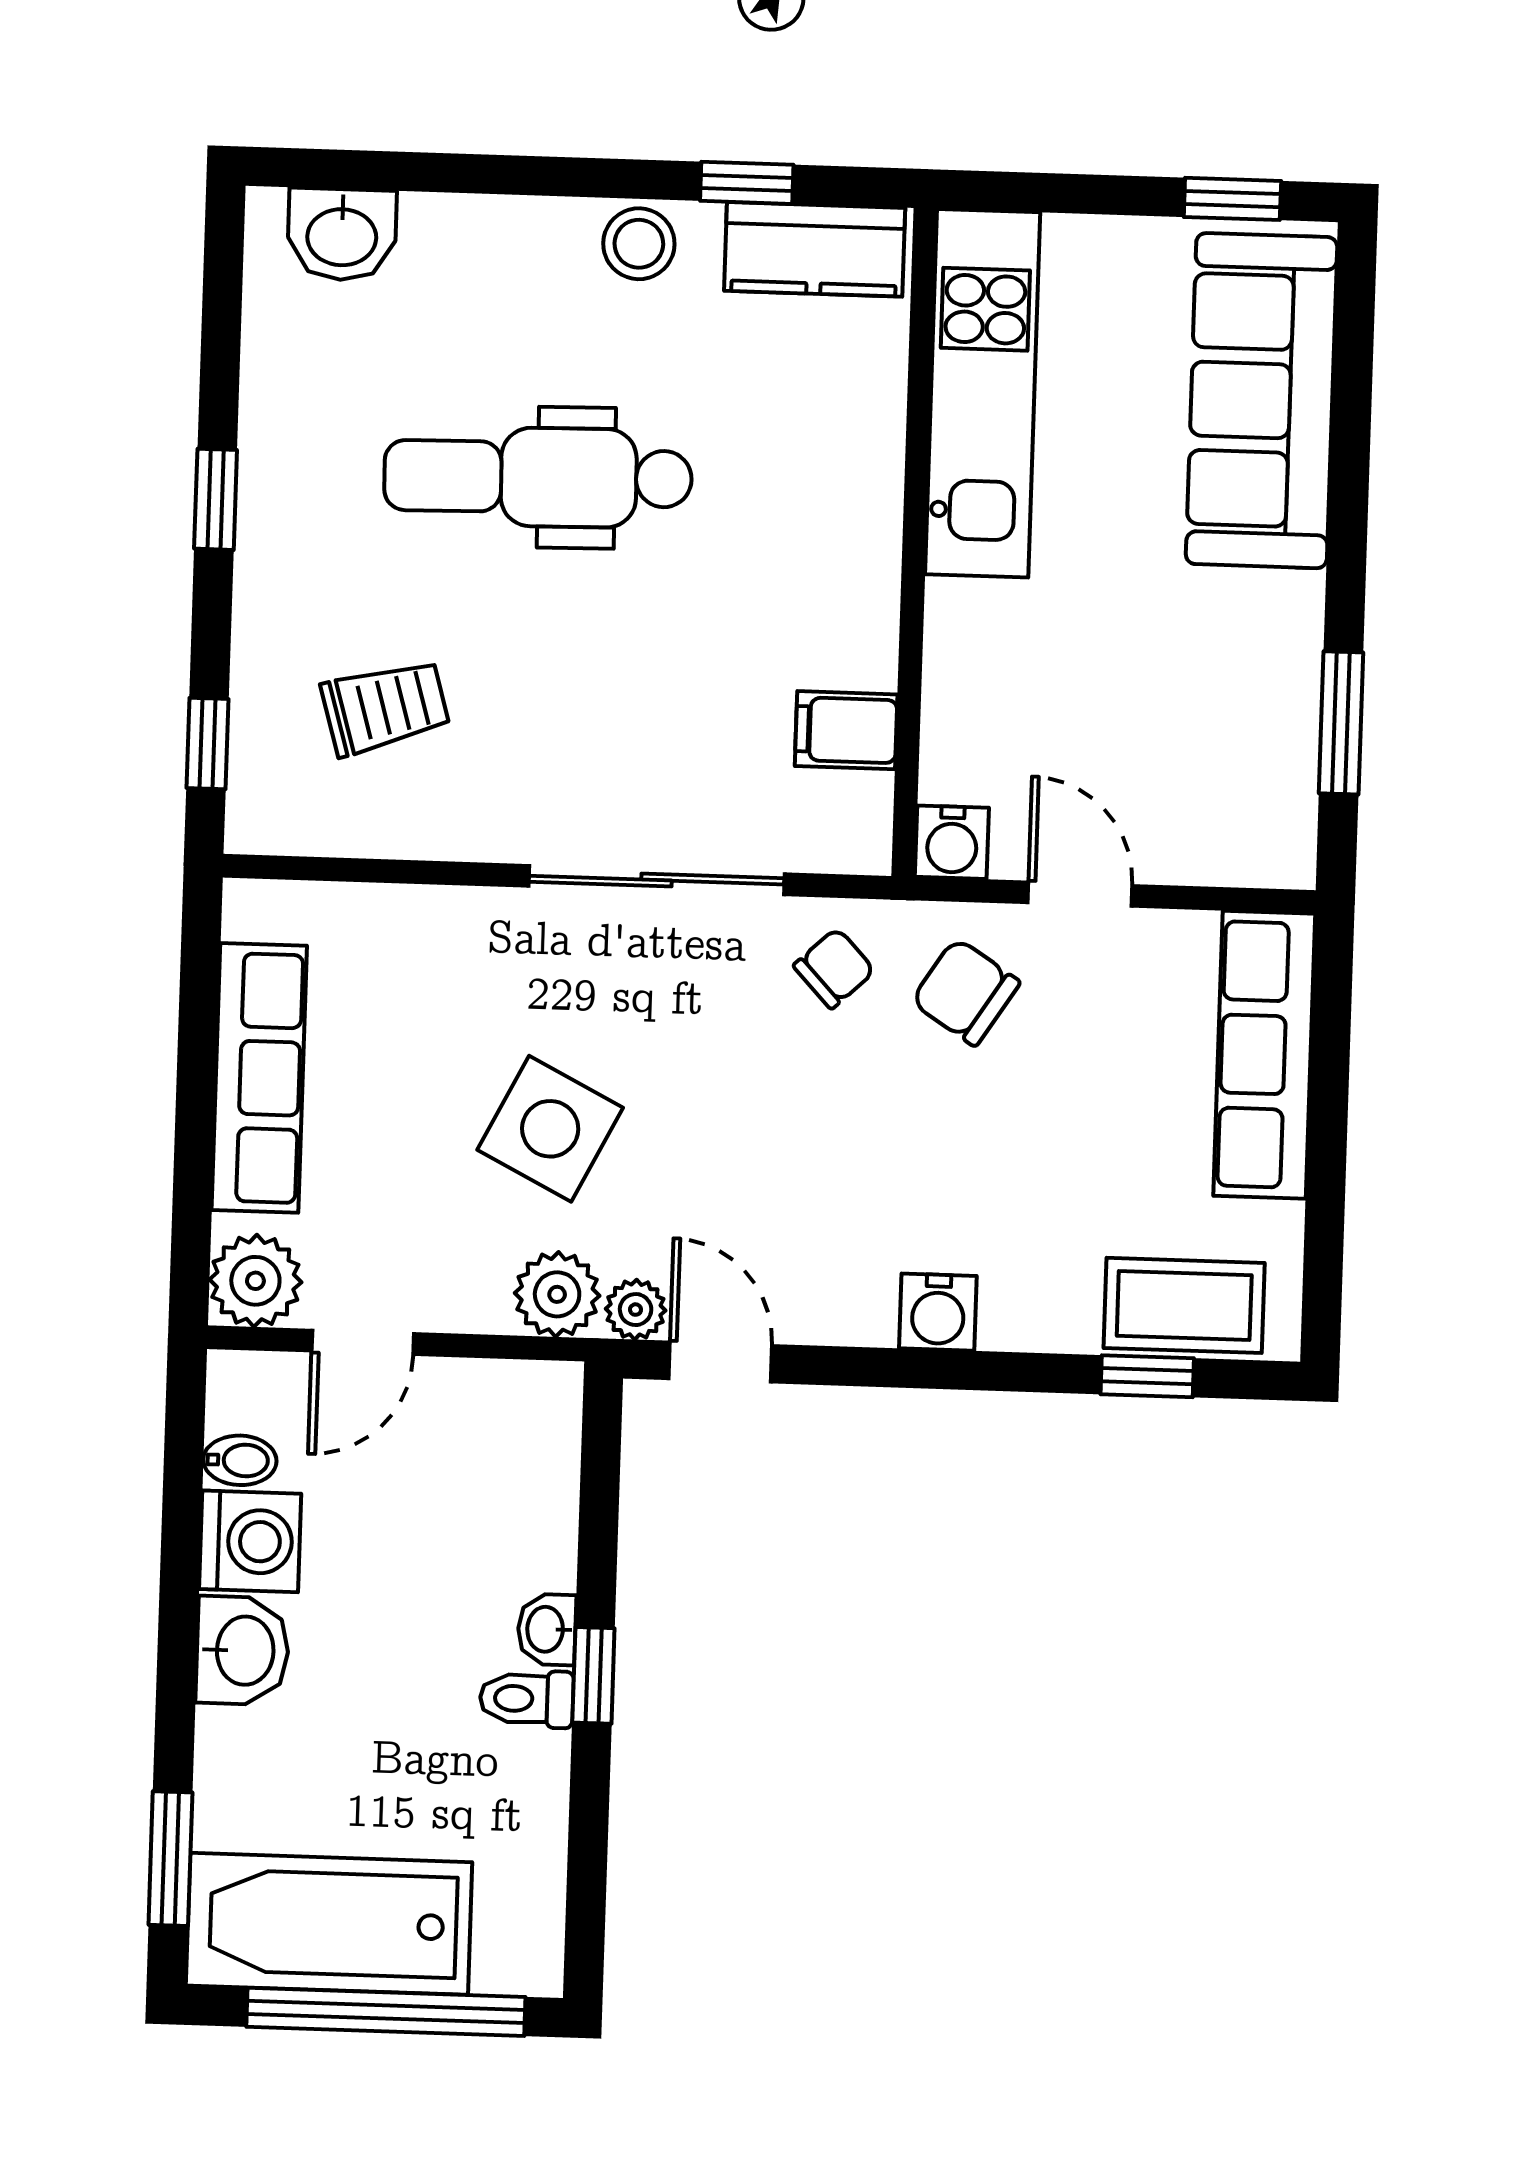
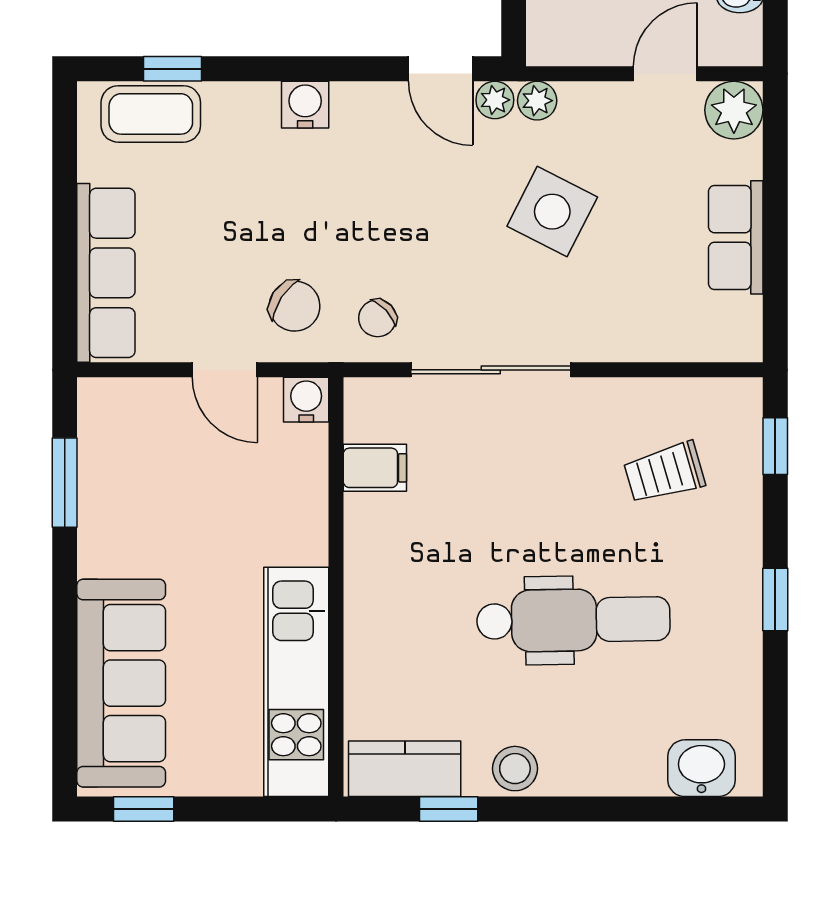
row of seats: (259, 1078) -> (736, 237), width x0.68
plant: (557, 1294) -> (537, 101), width x0.73, depth x0.73

